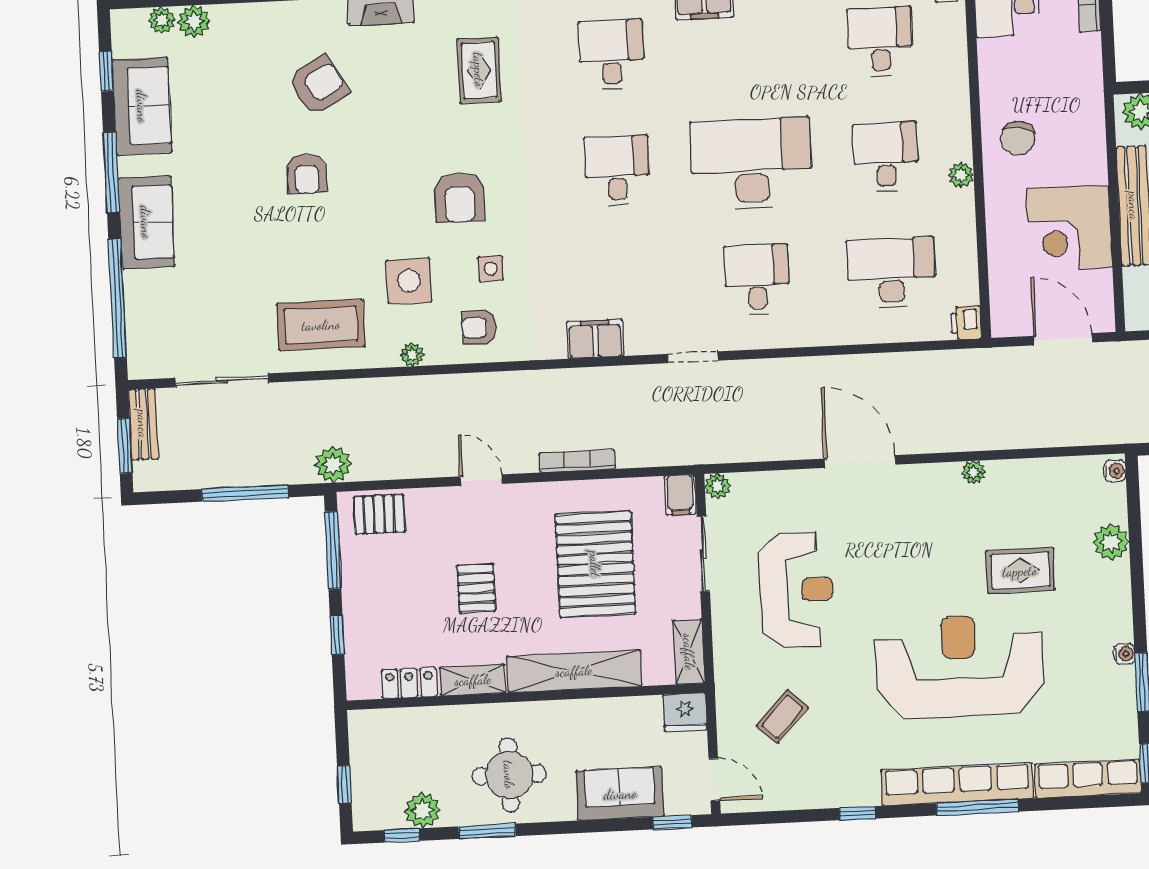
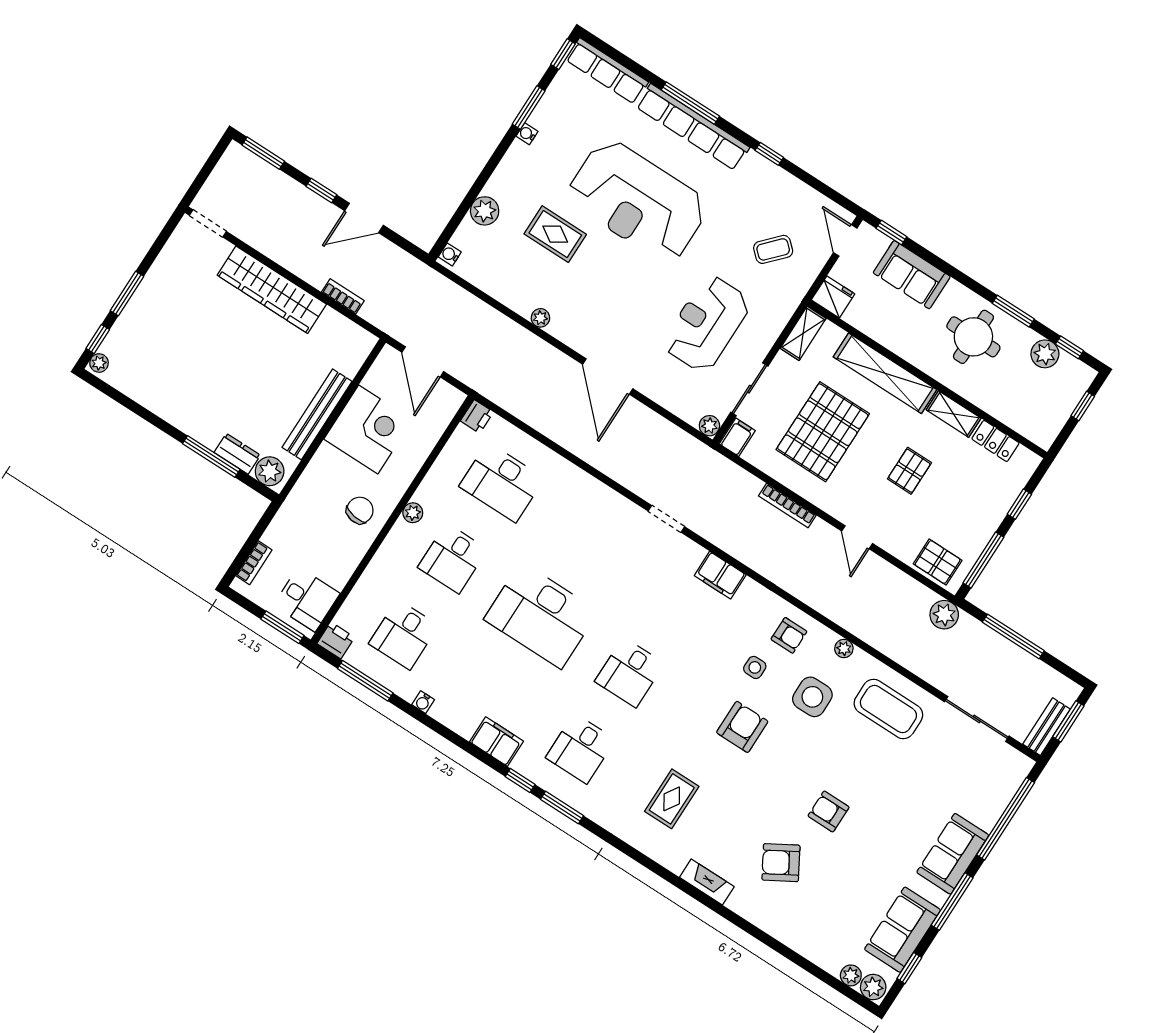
plant: (194, 21) -> (873, 987), moved
armchair: (307, 174) -> (829, 811), turned -90
desk: (757, 279) -> (590, 539), removed

